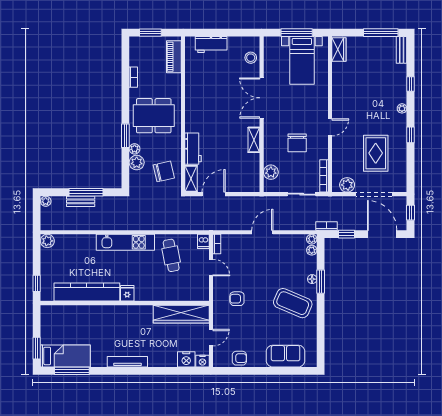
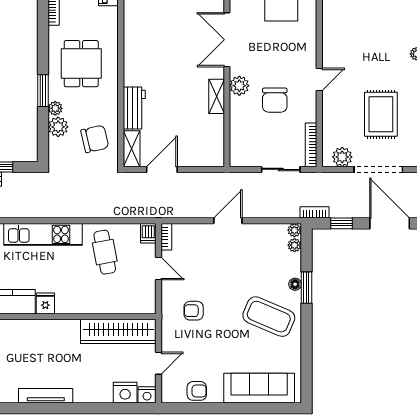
dining table: (154, 116) -> (81, 64), width x0.73
plant: (271, 172) -> (239, 86), moved
sofa: (286, 356) -> (259, 388), width x1.36

